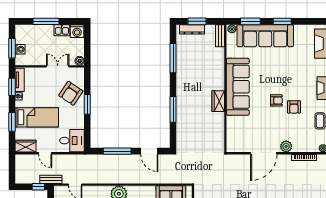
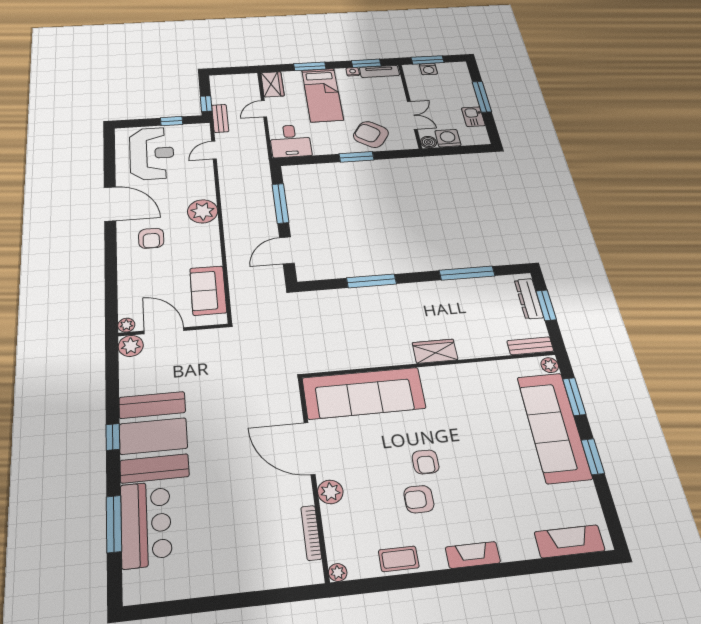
washing machine: (77, 31) -> (448, 138), moved, turned 90
sofa: (238, 87) -> (364, 393), moved
wardrobe: (218, 101) -> (435, 351), moved

